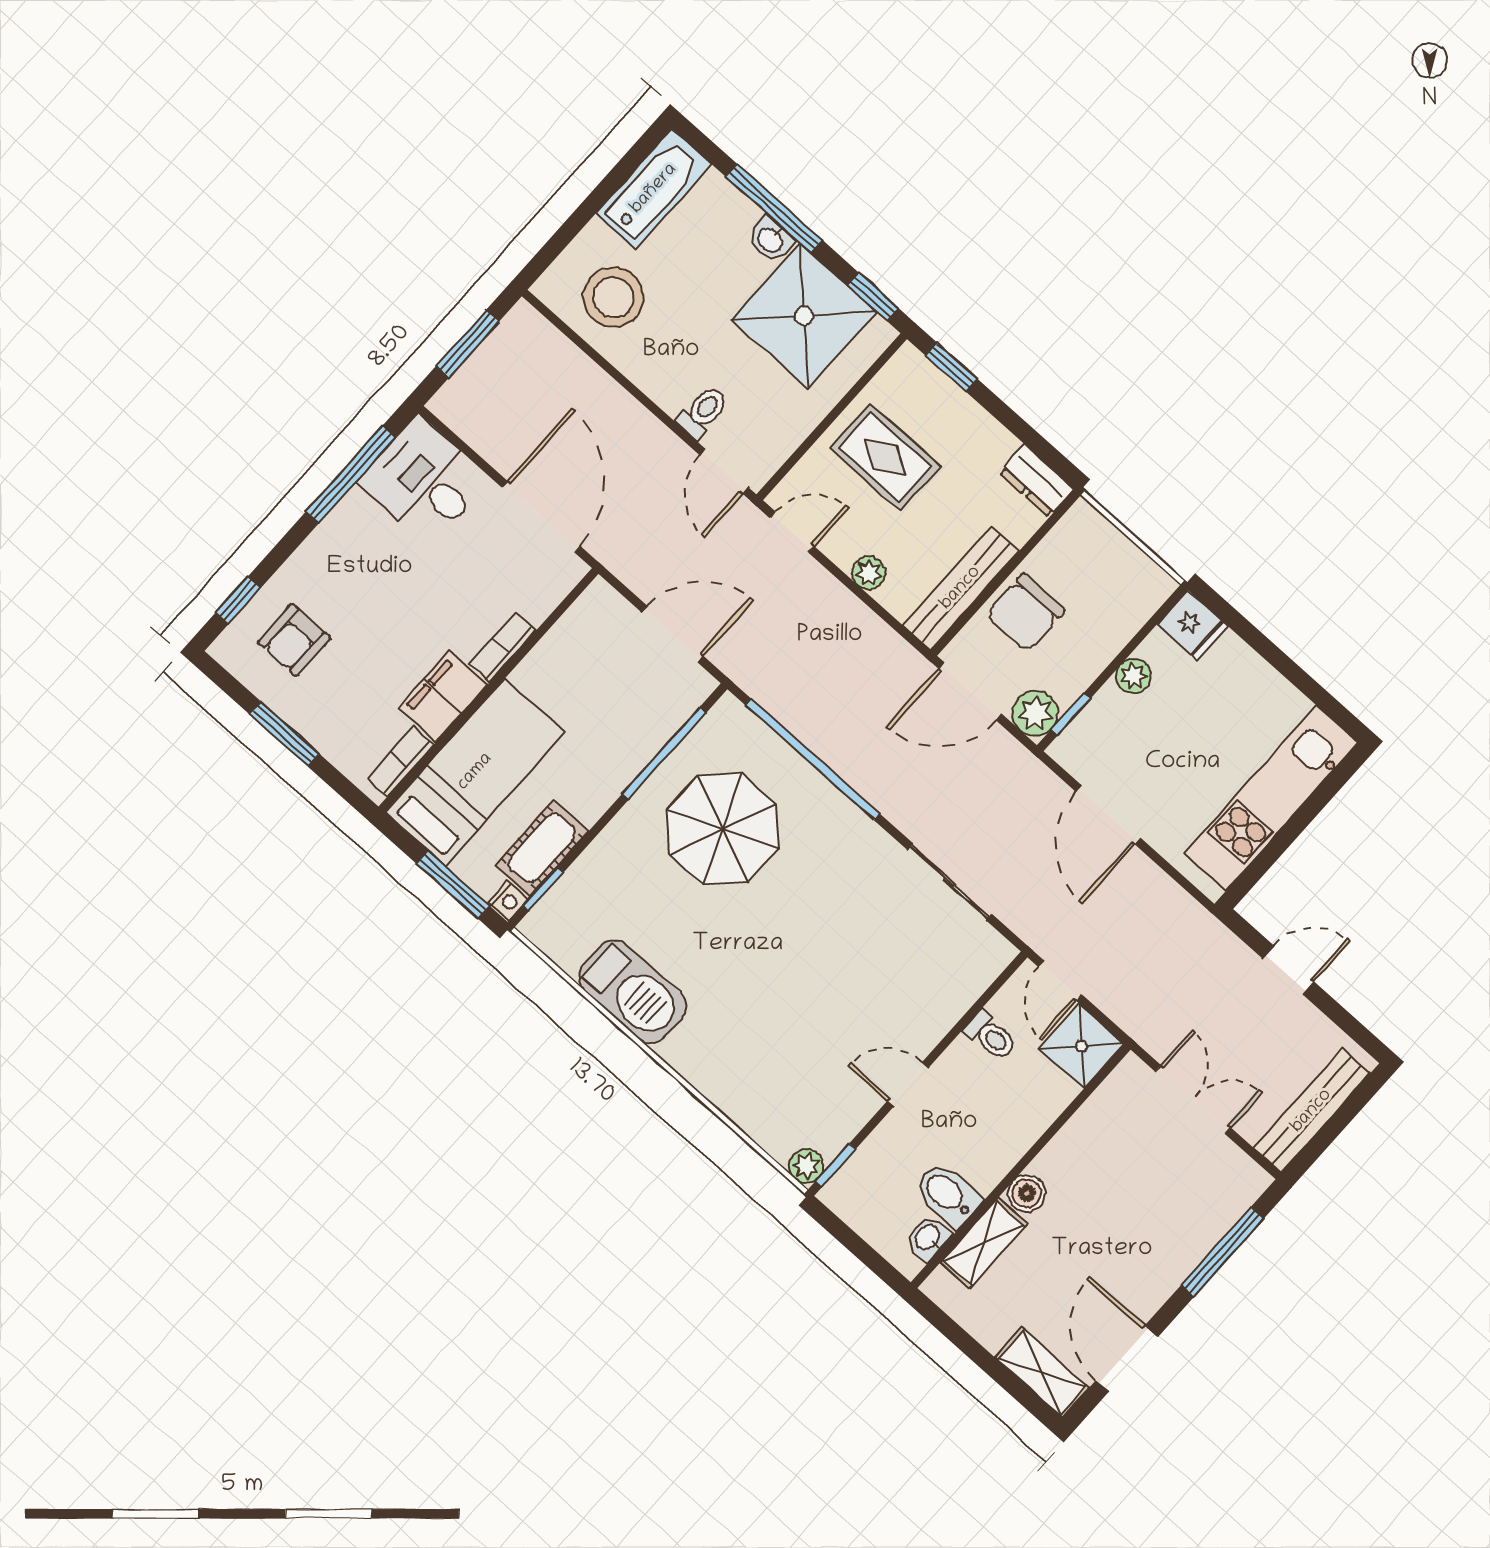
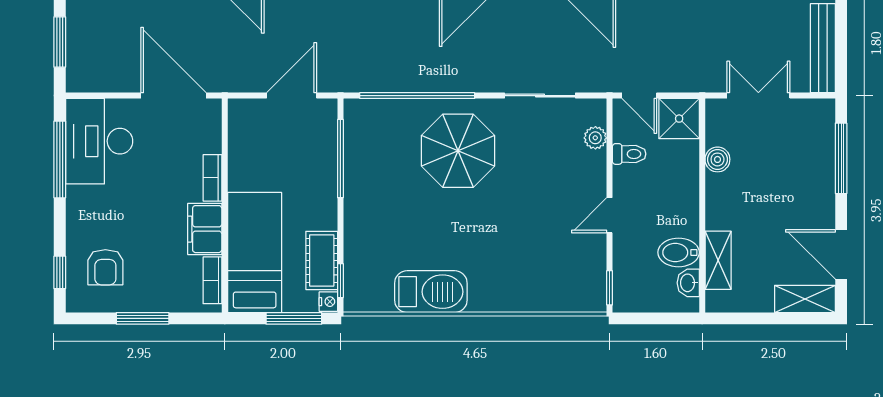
desk: (424, 480) -> (99, 141), width x1.37
parasol: (723, 829) -> (458, 151), moved
plant: (806, 1166) -> (595, 138), moved
boiler: (1027, 1193) -> (717, 159), moved

